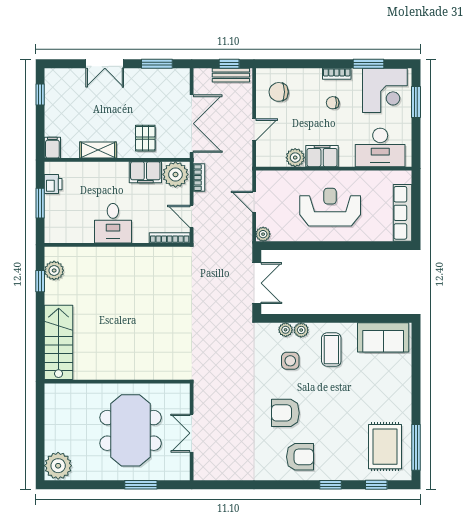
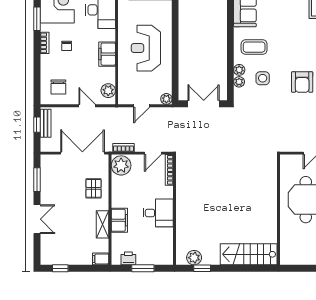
pallet: (145, 138) -> (94, 188), turned 90
plant: (295, 158) -> (108, 91), moved
filing cabinet: (145, 172) -> (119, 220), moved

